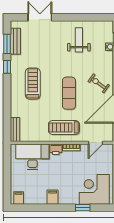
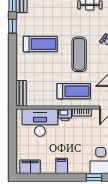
treadmill: (33, 84) -> (40, 44), turned 90
treadmill: (64, 127) -> (74, 91), turned 180
filing cabinet: (19, 198) -> (30, 167), width x2.00

